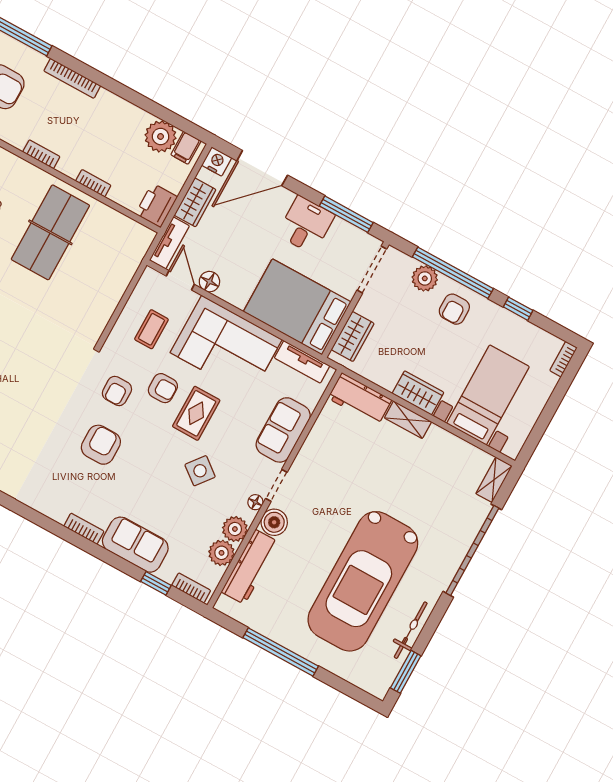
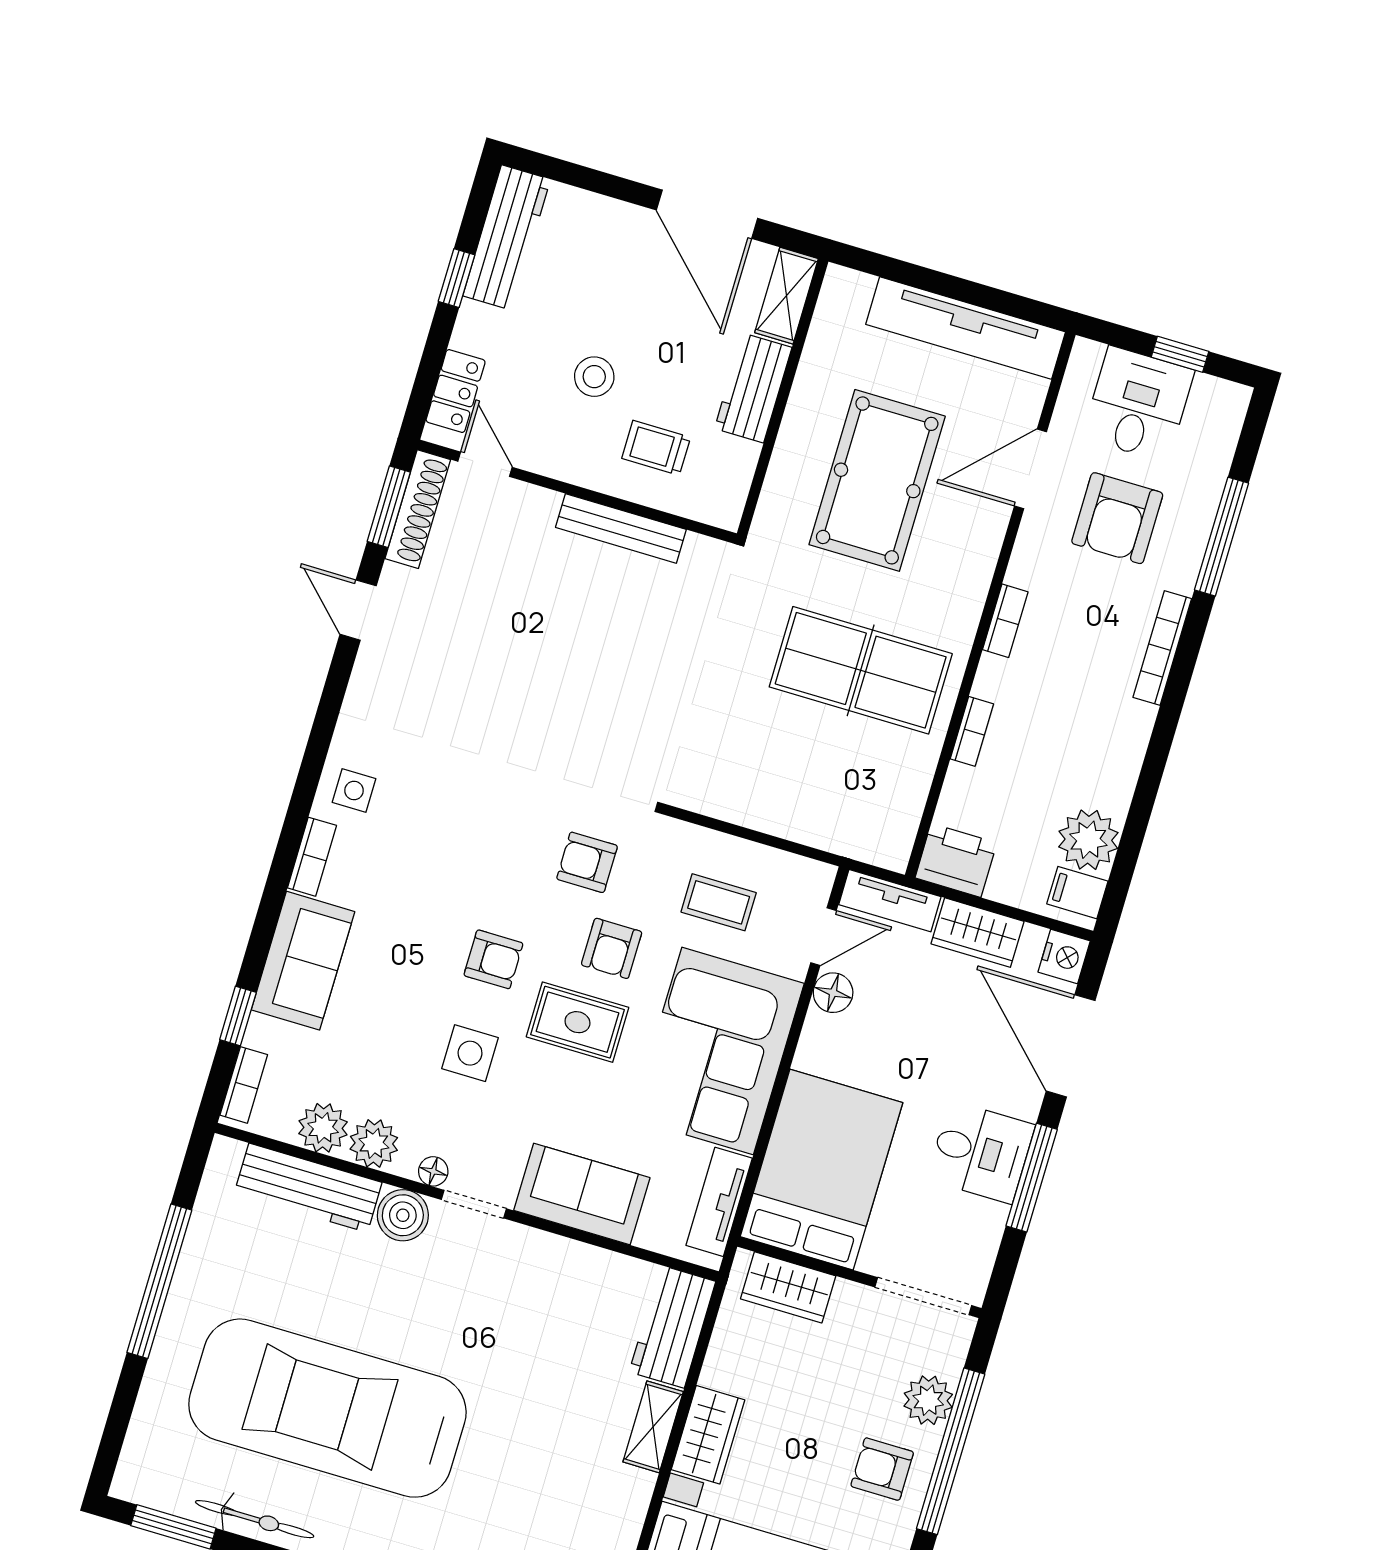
window: (346, 214) -> (1032, 1178), moved
armchair: (101, 445) -> (493, 959), moved, width x0.72, depth x0.72
side table: (200, 471) -> (470, 1053), turned -38
side table: (55, 500) -> (354, 790), added

